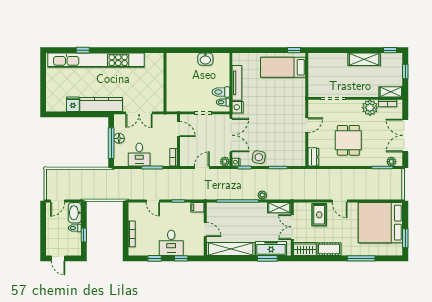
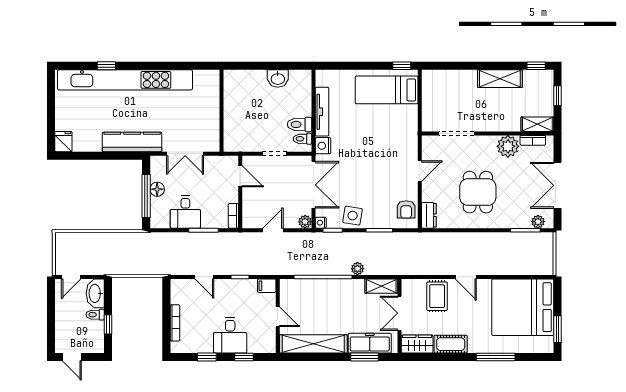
fridge: (73, 104) -> (63, 142), moved
armchair: (297, 153) -> (406, 209), added

